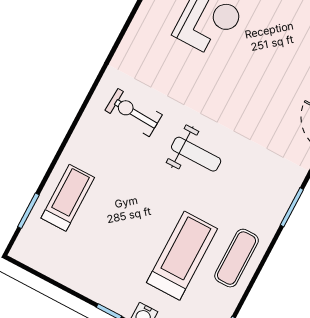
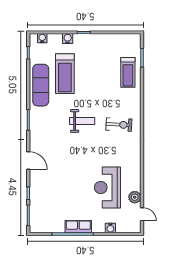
weight bench: (196, 154) -> (82, 121), turned 180
exercise mat: (237, 258) -> (41, 85), width x1.36, depth x1.45

